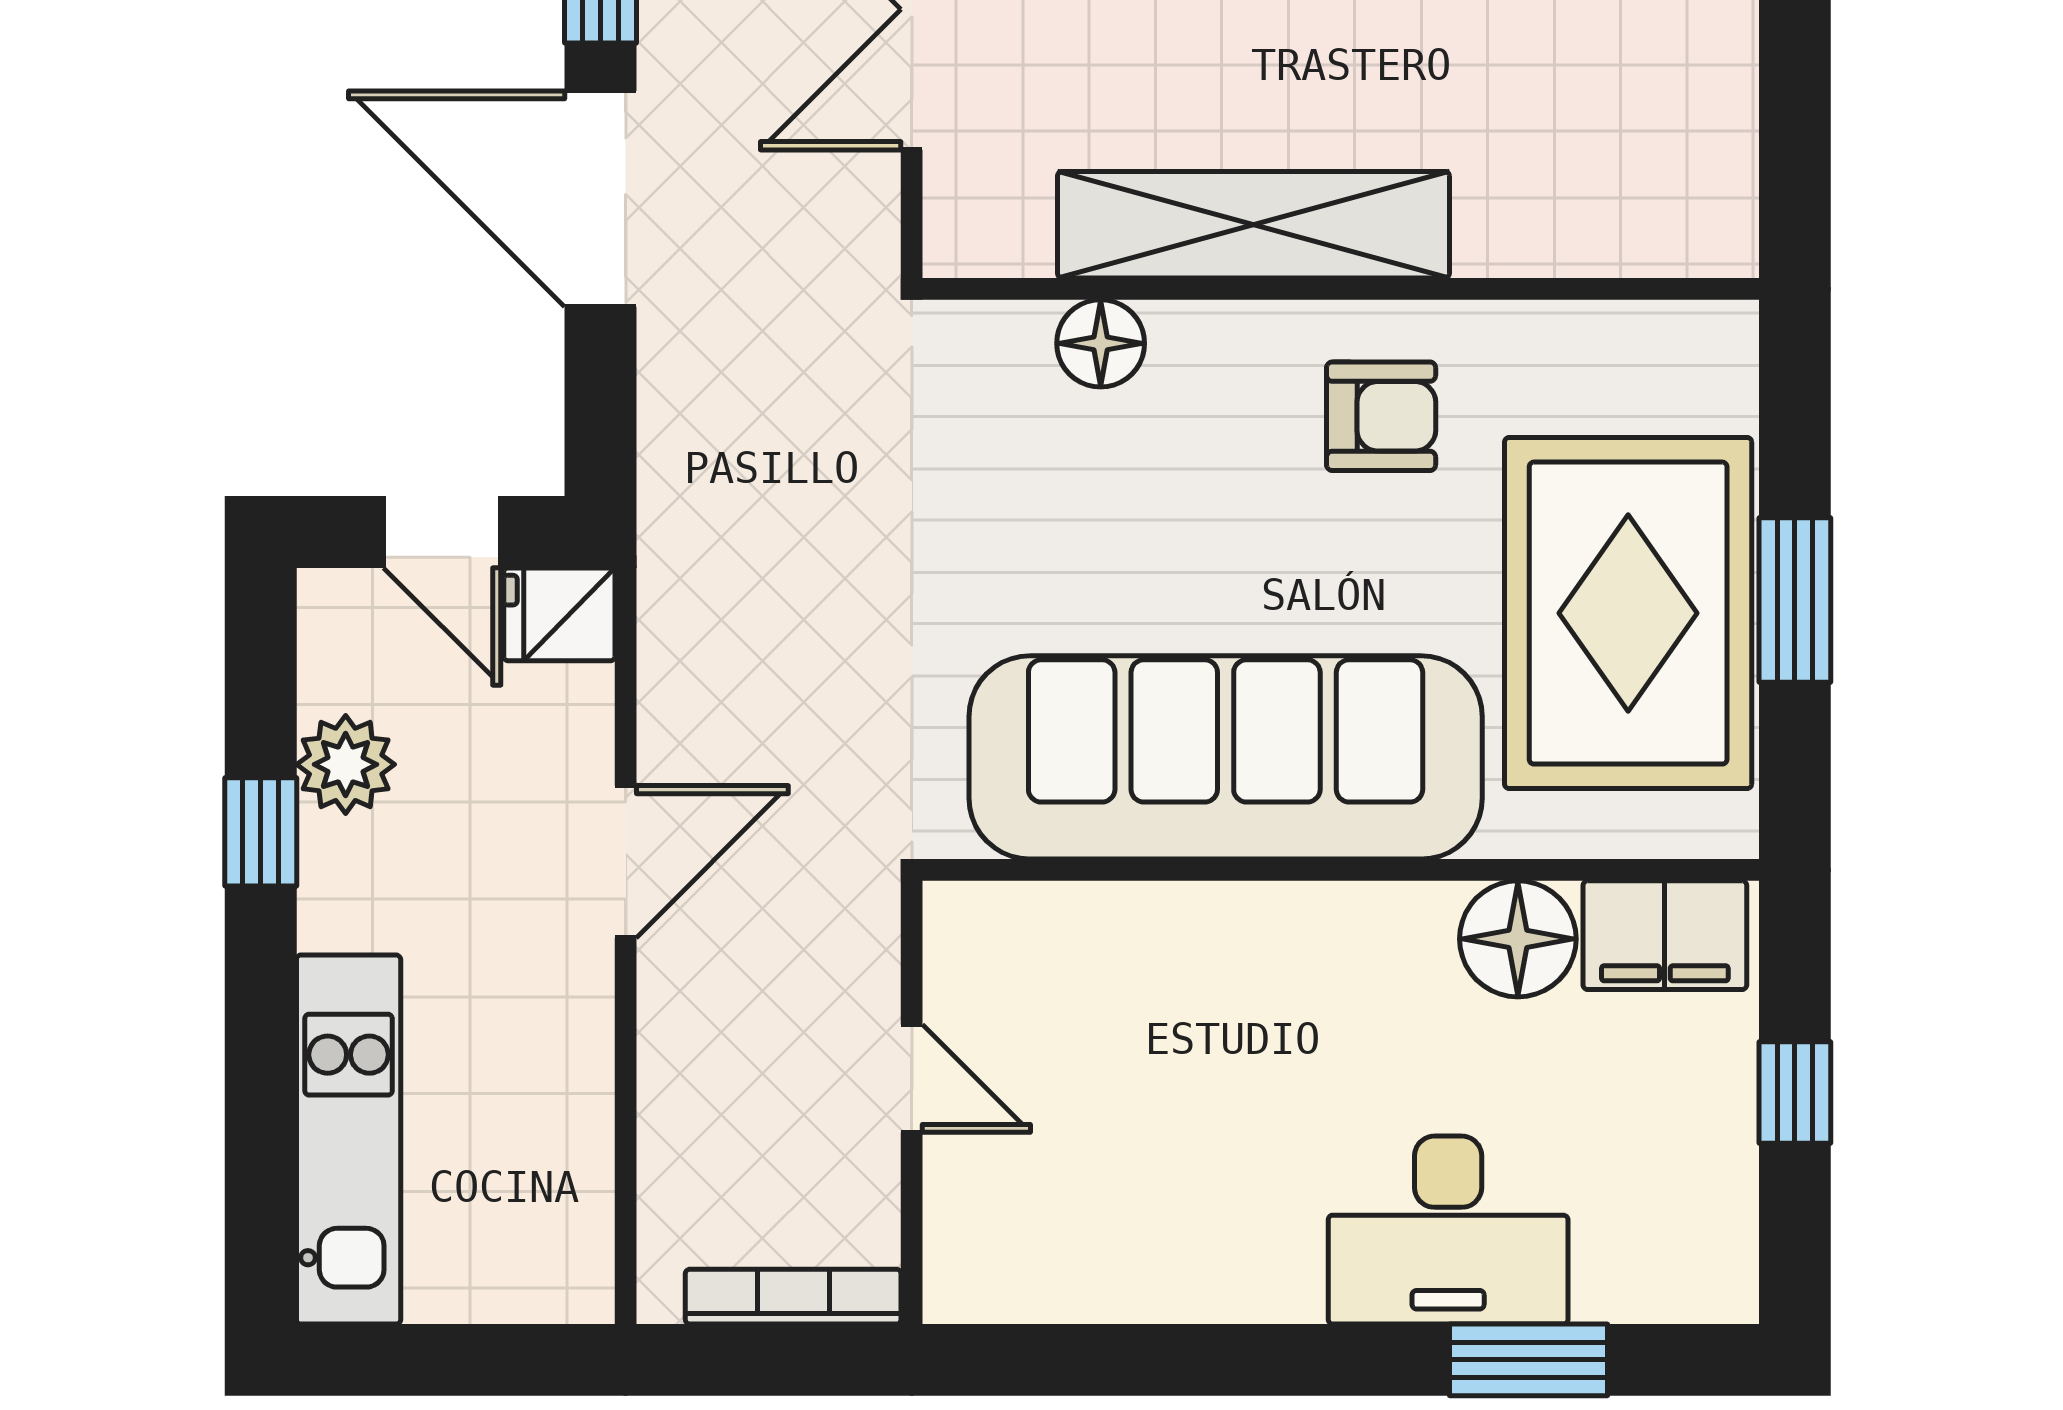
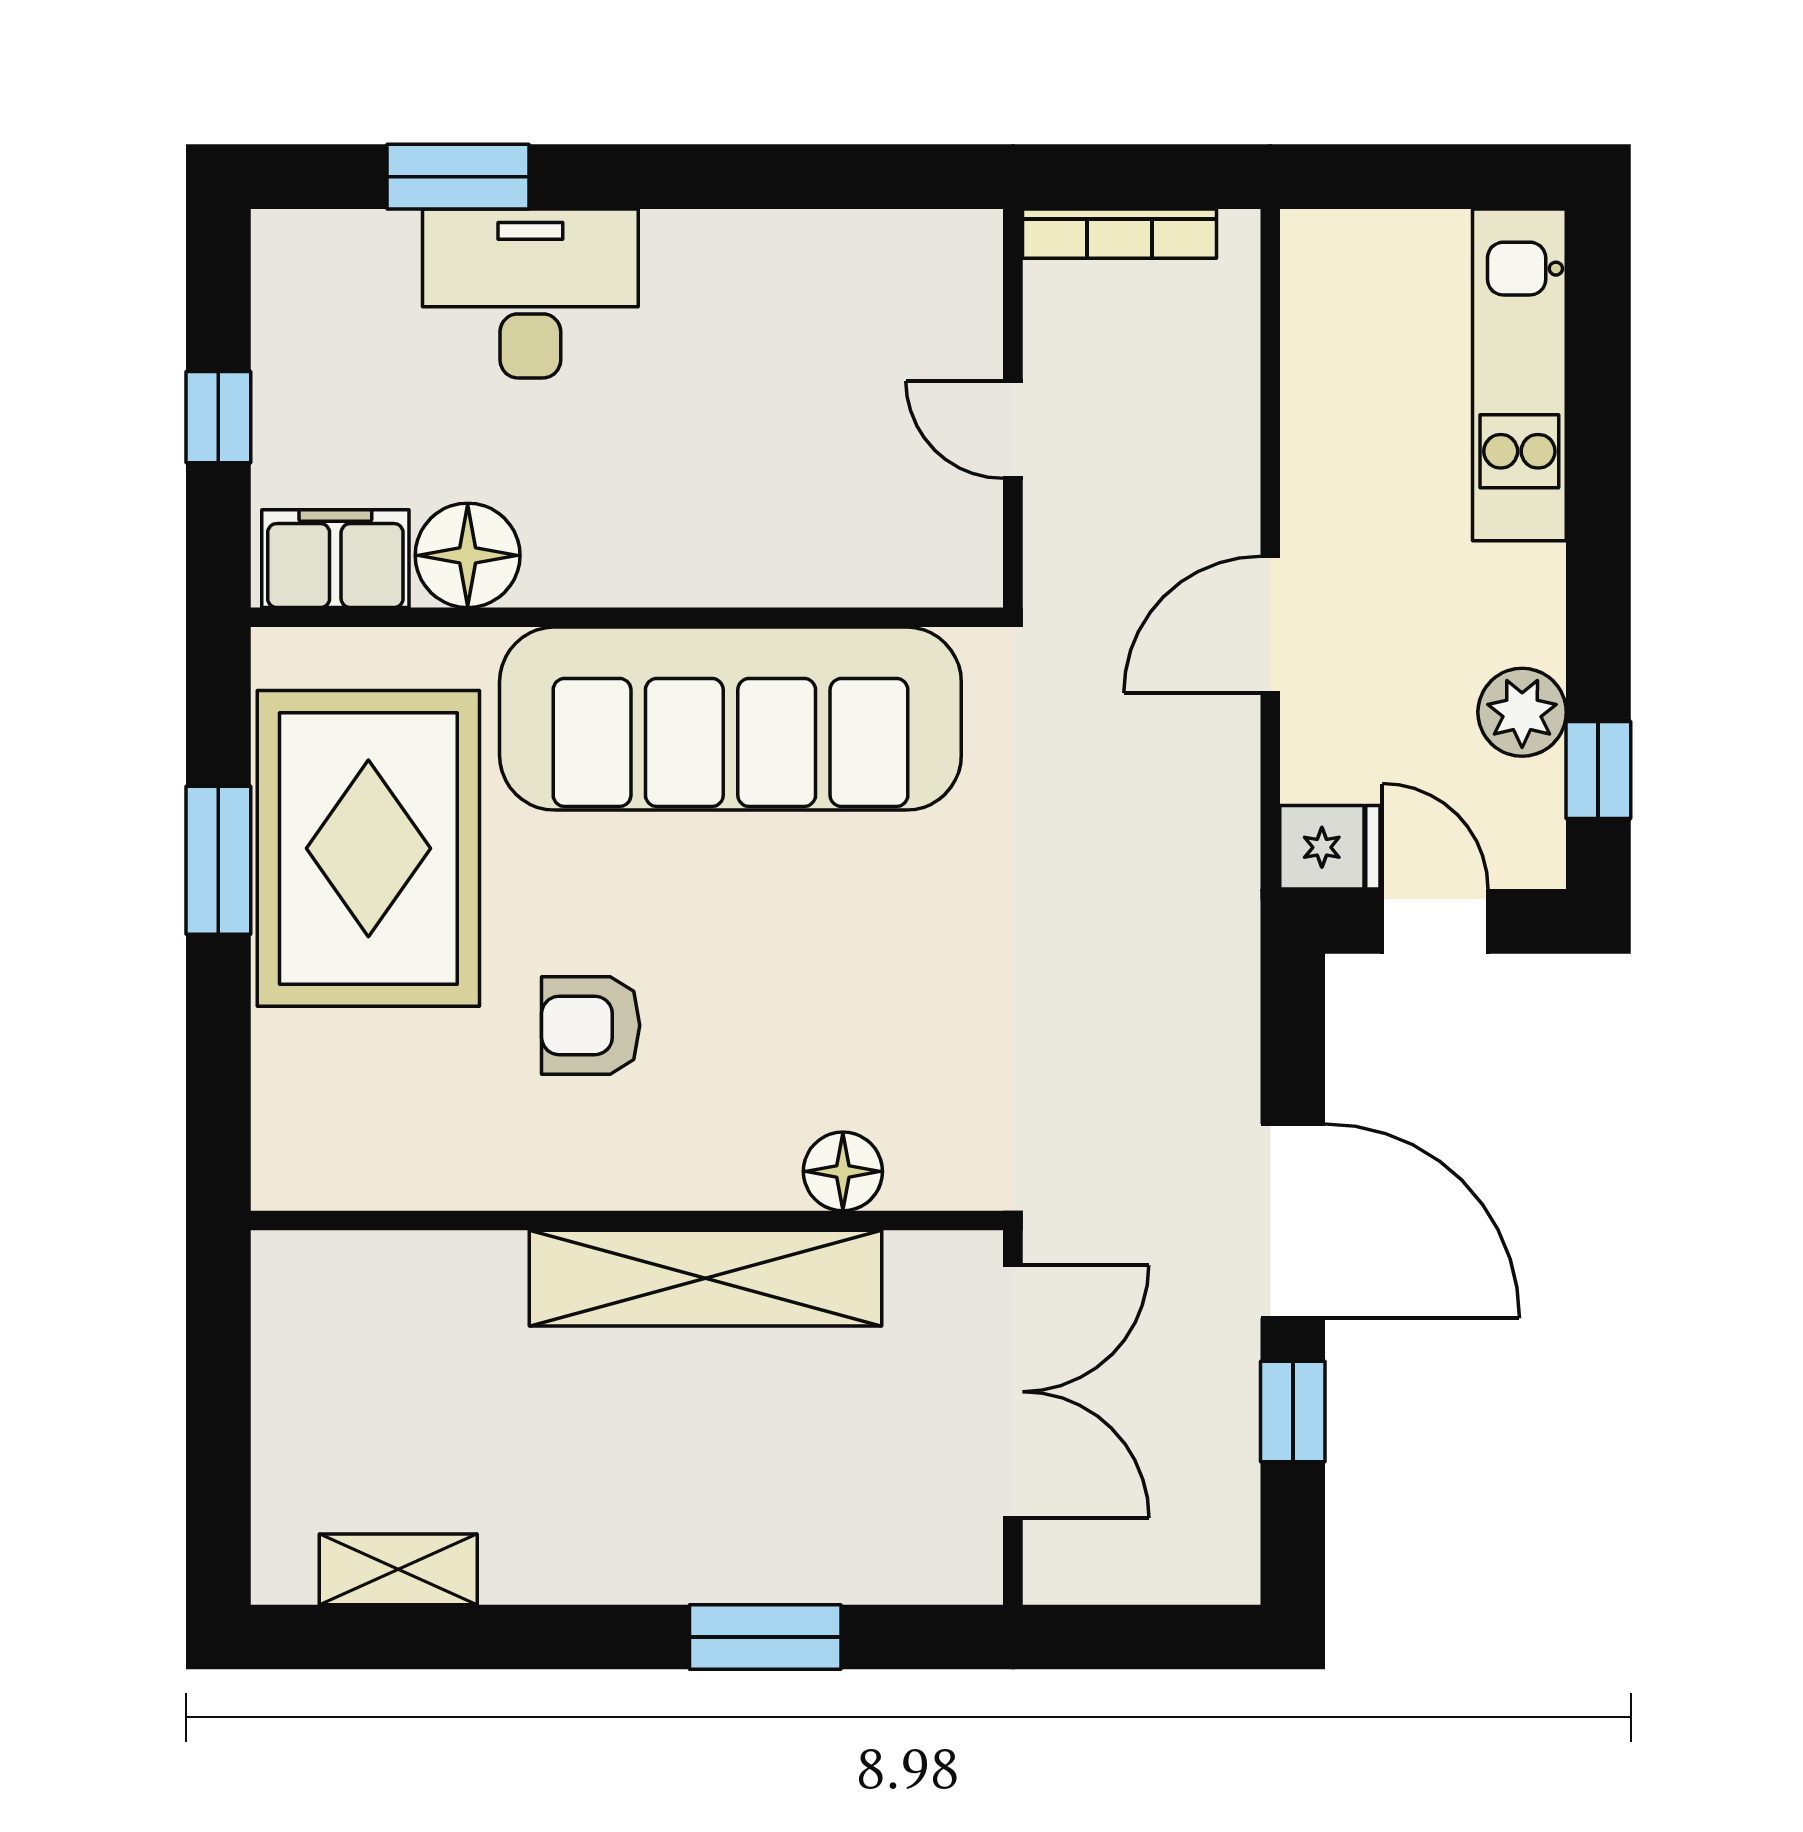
shelving: (1253, 225) -> (705, 1278), moved
wall: (1341, 289) -> (627, 1220), moved
floor lamp: (1101, 343) -> (843, 1171), moved
window: (261, 832) -> (1598, 770), moved

